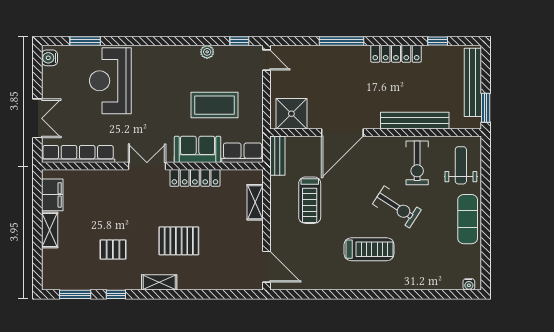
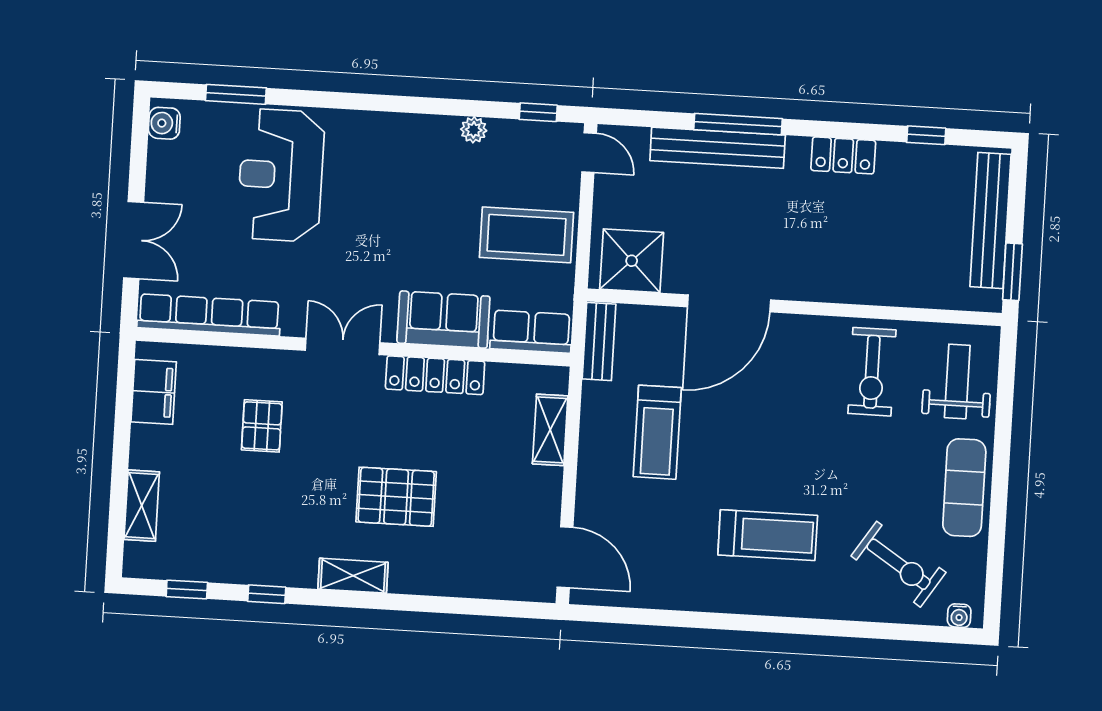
locker: (396, 54) -> (843, 155), width x0.66
coffee table: (214, 105) -> (526, 235), moved
bench: (415, 121) -> (718, 148), moved
exercise bike: (397, 207) -> (898, 564), moved
shelving: (50, 230) -> (142, 506), moved
pallet: (113, 250) -> (262, 426), moved, turned 90
window: (75, 294) -> (187, 589), width x0.67

